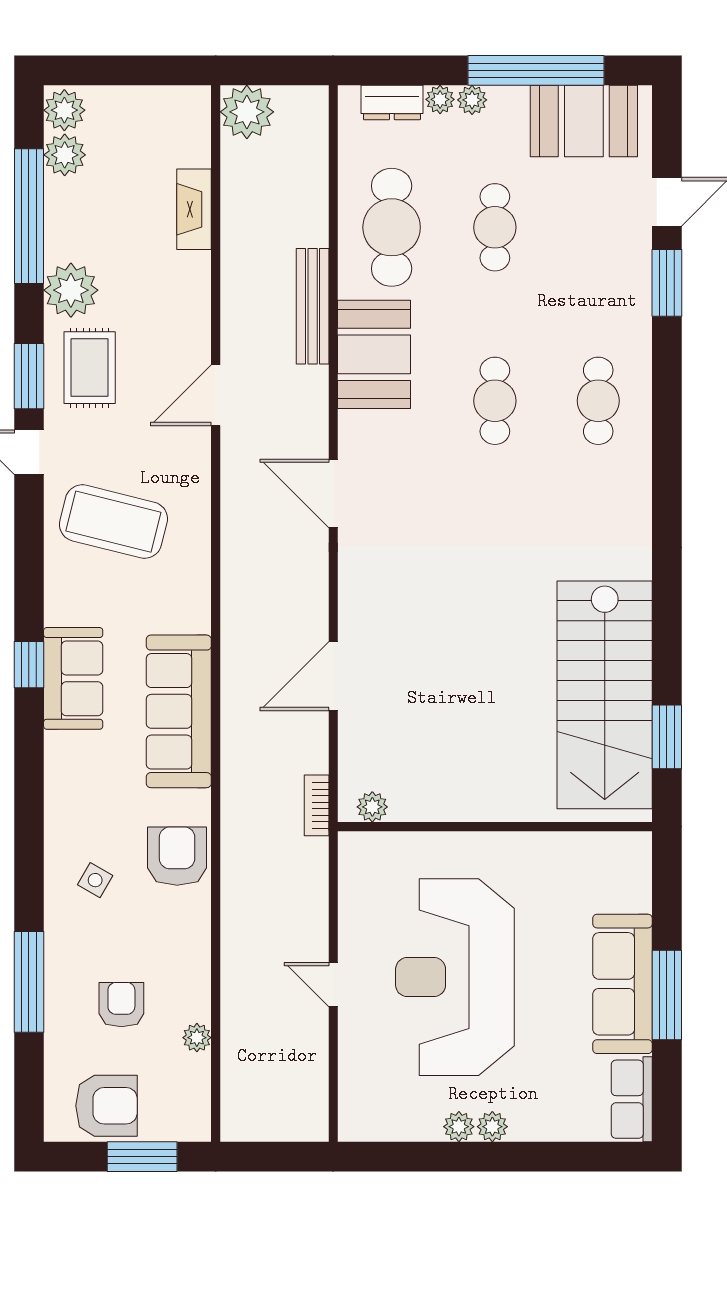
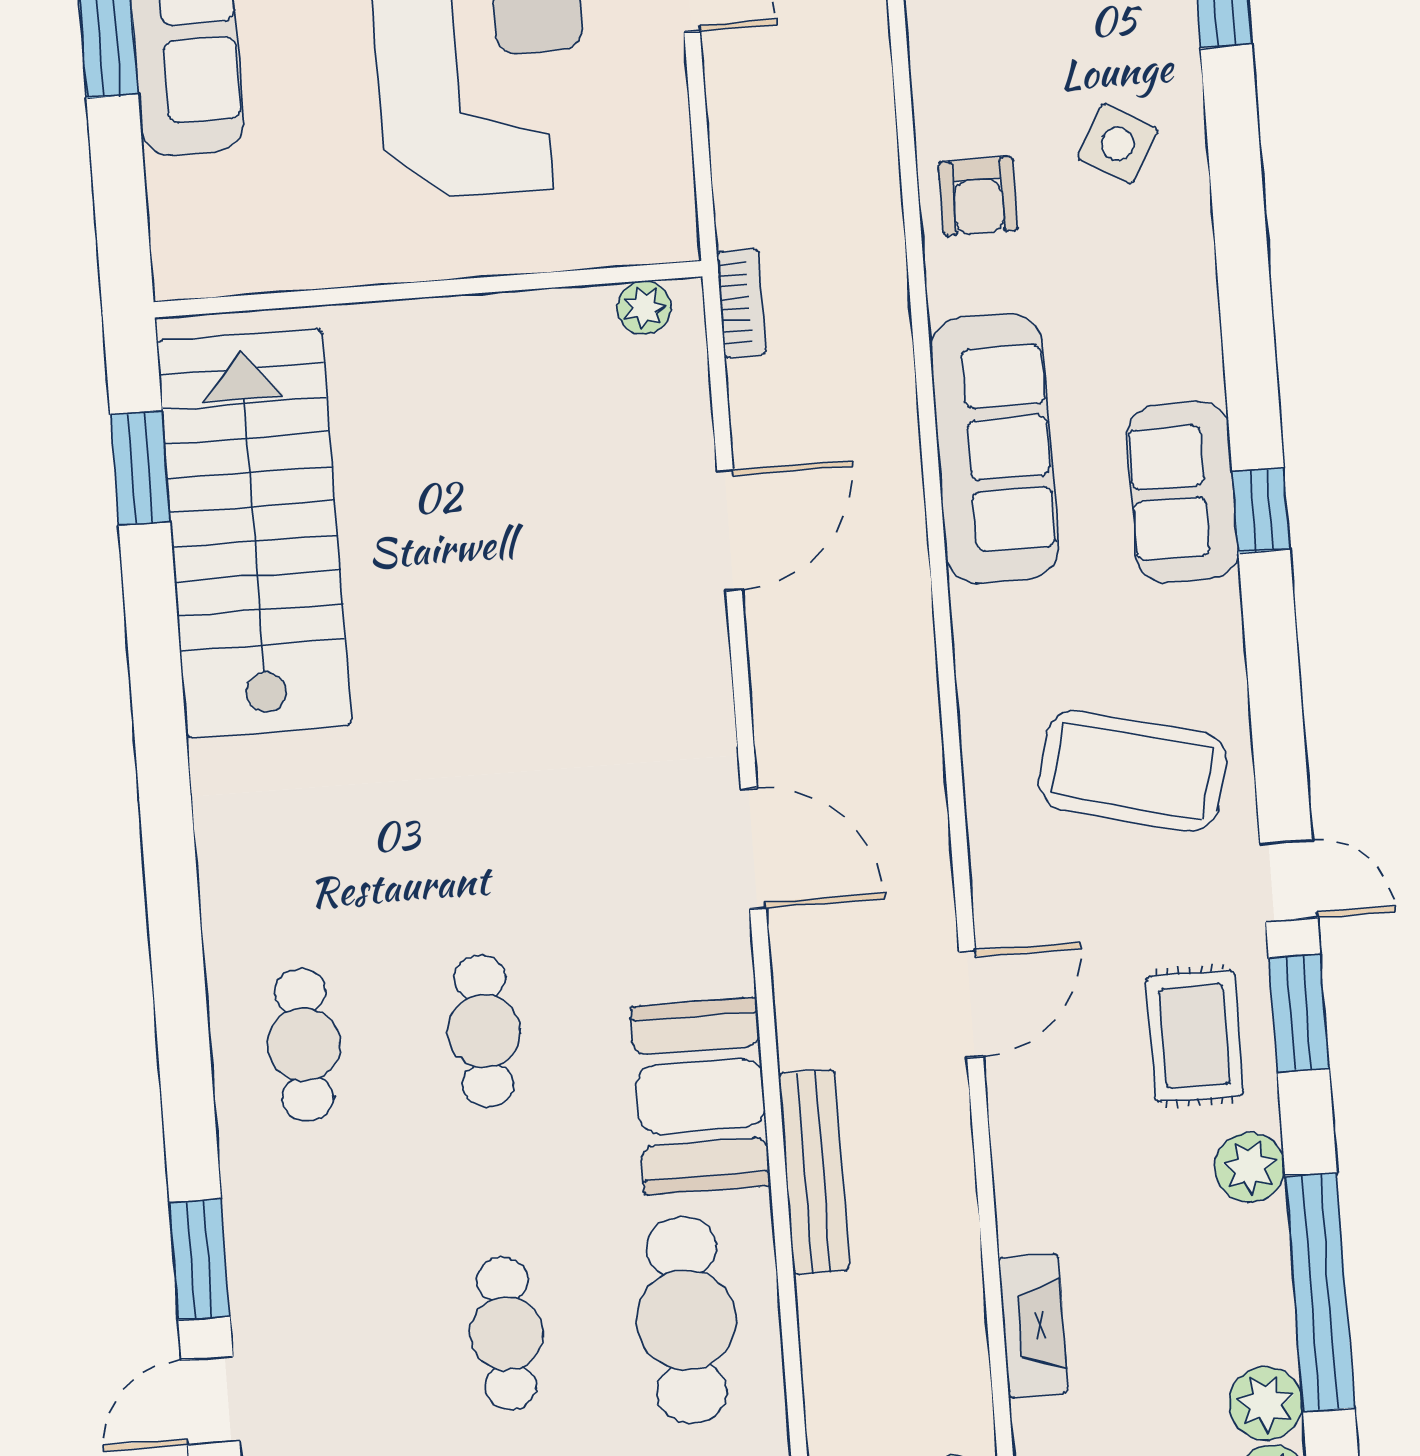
plant: (71, 290) -> (1250, 1167), width x0.73, depth x0.73
armchair: (177, 856) -> (978, 196), width x0.72, depth x0.72
side table: (95, 880) -> (1118, 144), width x1.37, depth x1.37

